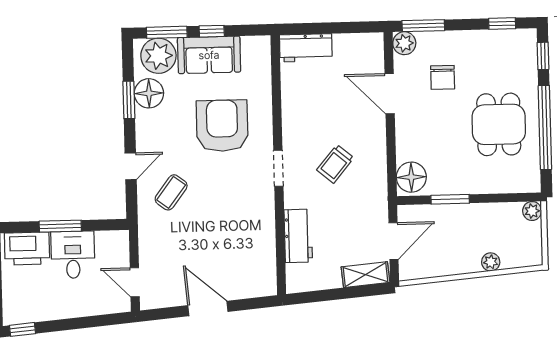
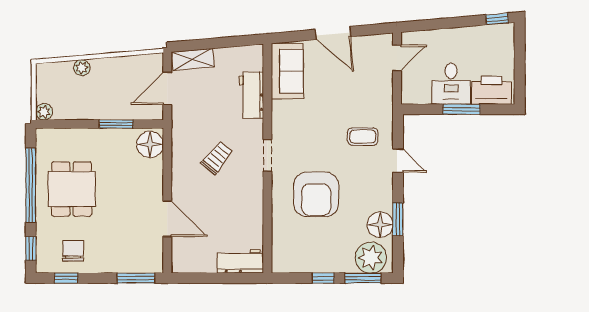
plant: (404, 43) -> (153, 263), removed
sofa: (209, 55) -> (287, 71), moved, turned 90
chair: (443, 77) -> (73, 251), moved
door: (131, 166) -> (398, 161), swing flipped
coffee table: (171, 192) -> (363, 137), turned 53
door: (135, 282) -> (397, 58), hinge flipped

